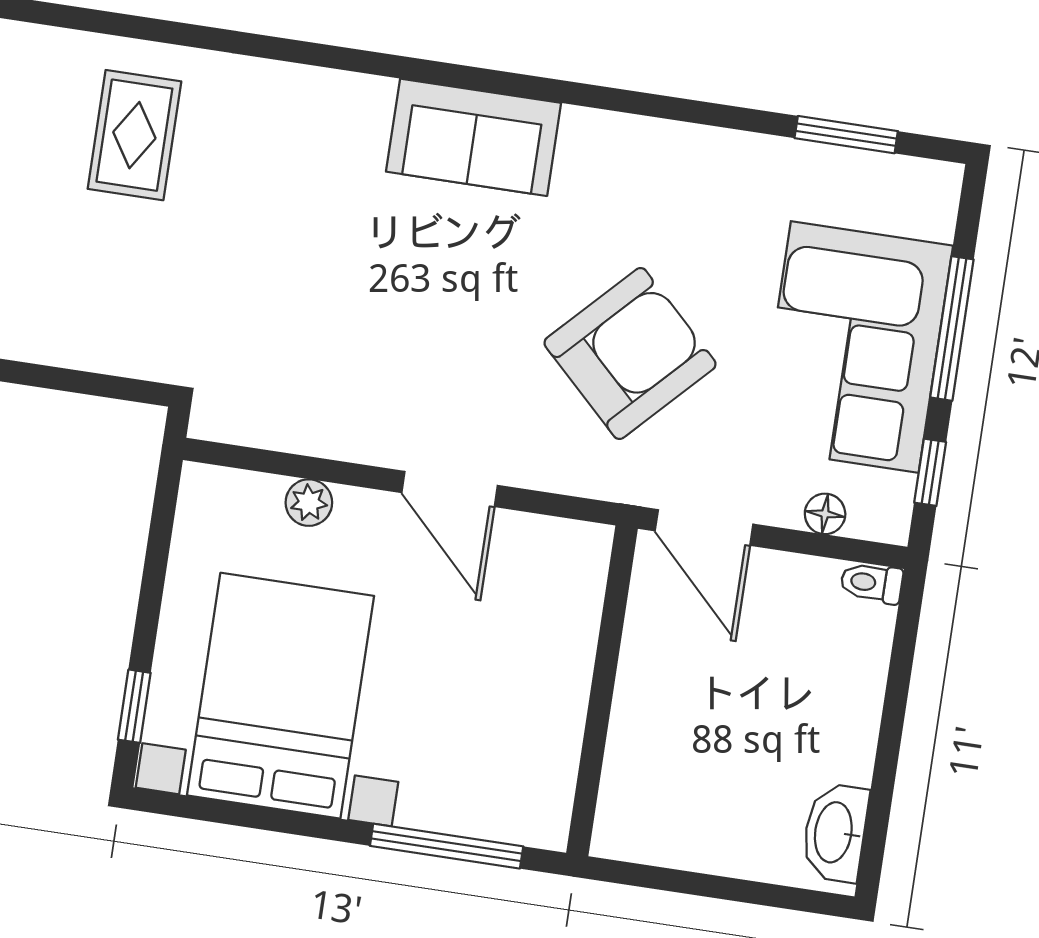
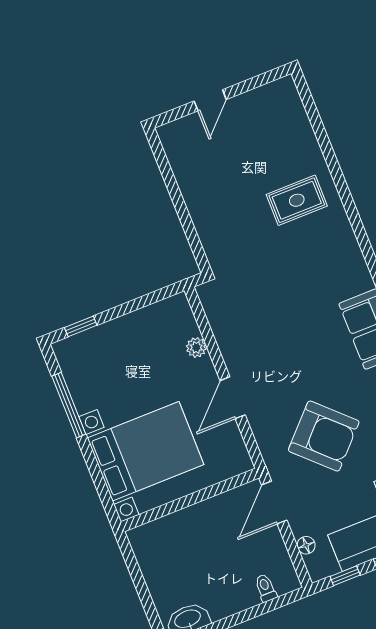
toilet: (872, 583) -> (266, 588), moved
bed with nightstands: (280, 696) -> (146, 451), moved
window: (447, 846) -> (69, 405), moved

